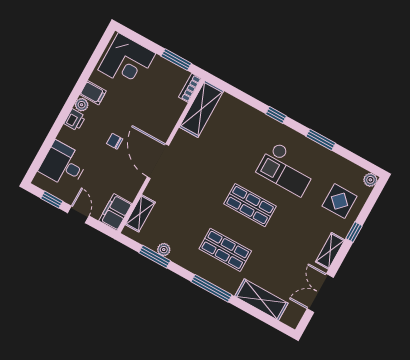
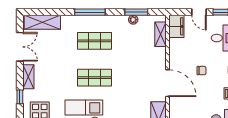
door: (158, 161) -> (168, 83), moved
shelving: (261, 300) -> (42, 22), moved

